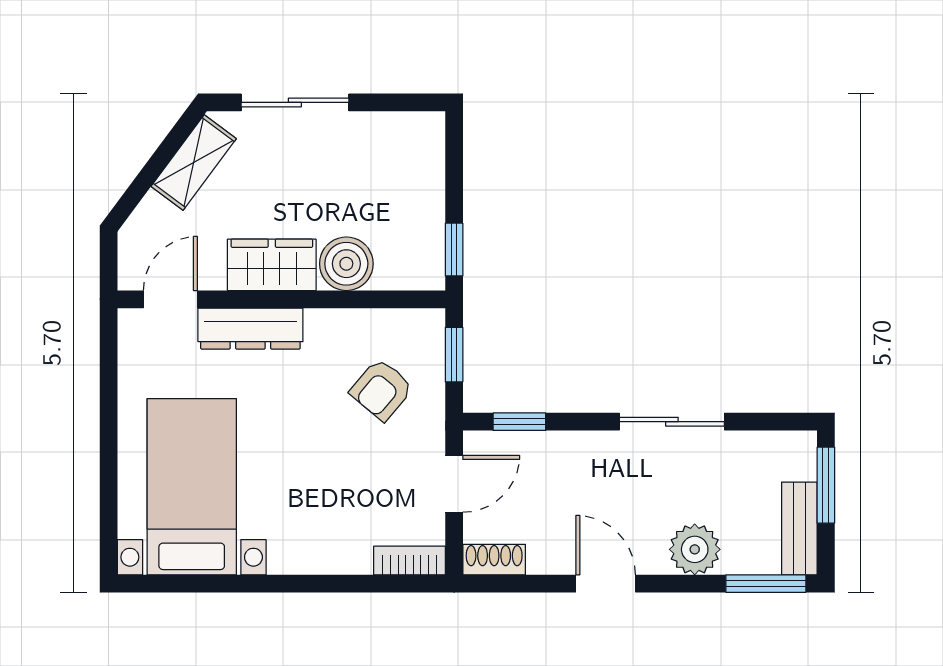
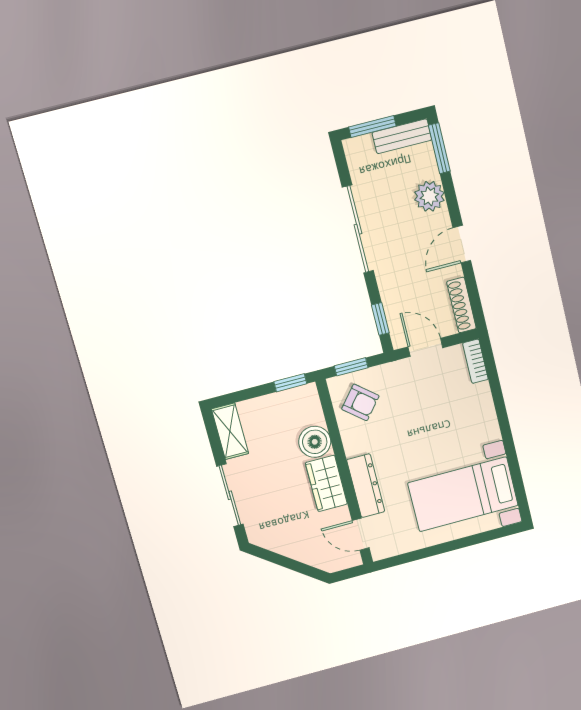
shelving: (194, 162) -> (230, 431), moved, turned 53
armchair: (382, 390) -> (360, 402), moved
sliding door: (672, 422) -> (358, 229), width x1.37
shoe rack: (494, 560) -> (462, 305), width x1.43

